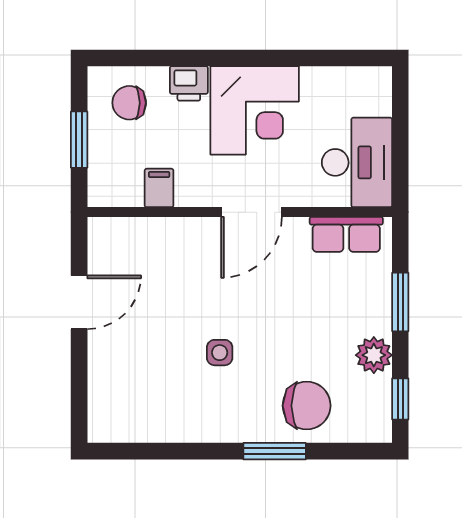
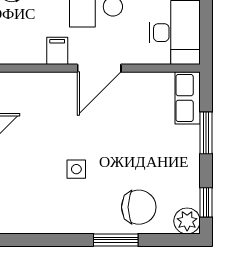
filing cabinet: (159, 188) -> (57, 51), moved
row of seats: (346, 234) -> (188, 98), moved, turned 90
plant: (374, 355) -> (187, 221), moved

